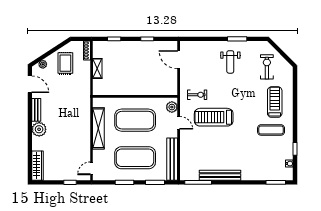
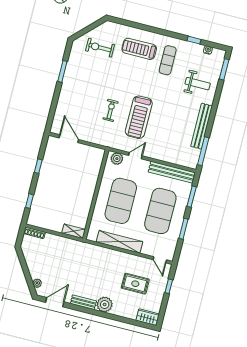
door: (179, 60) -> (69, 139), swing flipped
weight bench: (230, 62) -> (198, 84), moved
rug: (65, 63) -> (135, 284), moved
shelving: (97, 68) -> (74, 231), moved
exercise bike: (197, 95) -> (111, 110), moved
wardrobe: (38, 166) -> (148, 317), width x0.67

